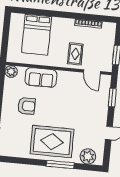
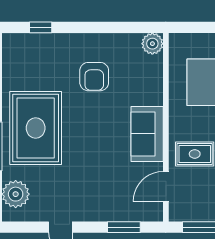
sofa: (41, 77) -> (147, 134), moved

